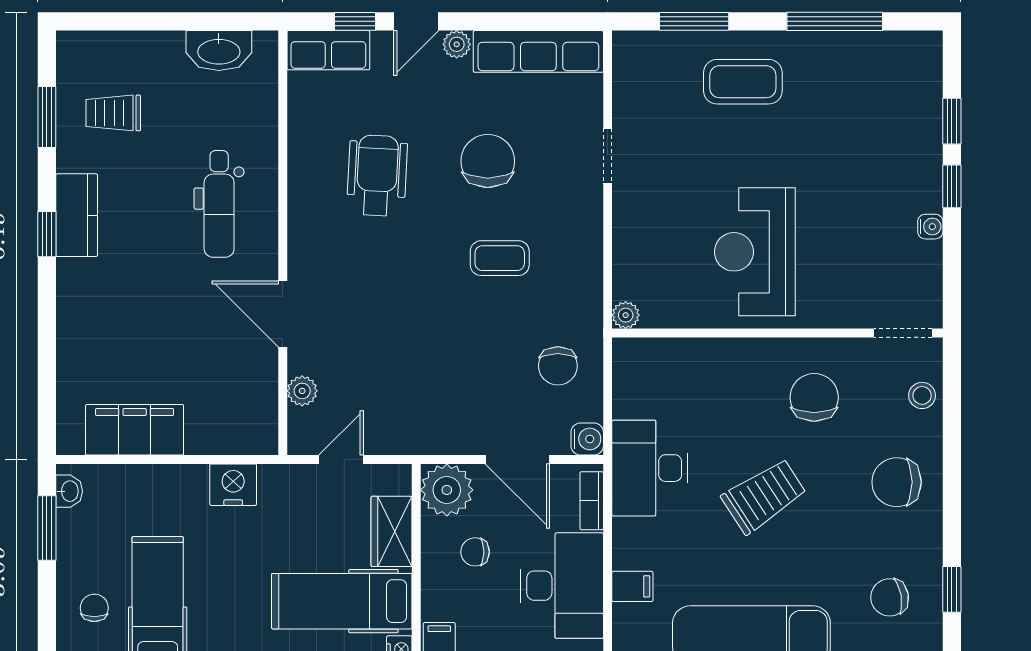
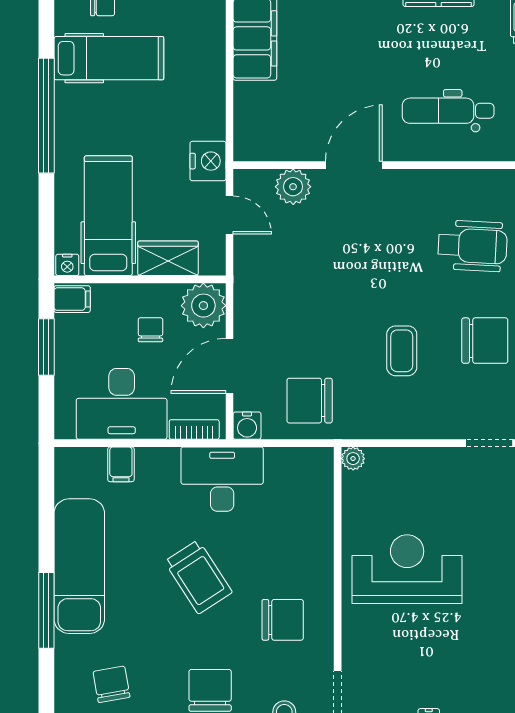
chair: (558, 366) -> (310, 401), width x1.37, depth x1.37
plant: (302, 391) -> (293, 187), width x1.38, depth x1.38
nightstand: (233, 485) -> (208, 161), moved

